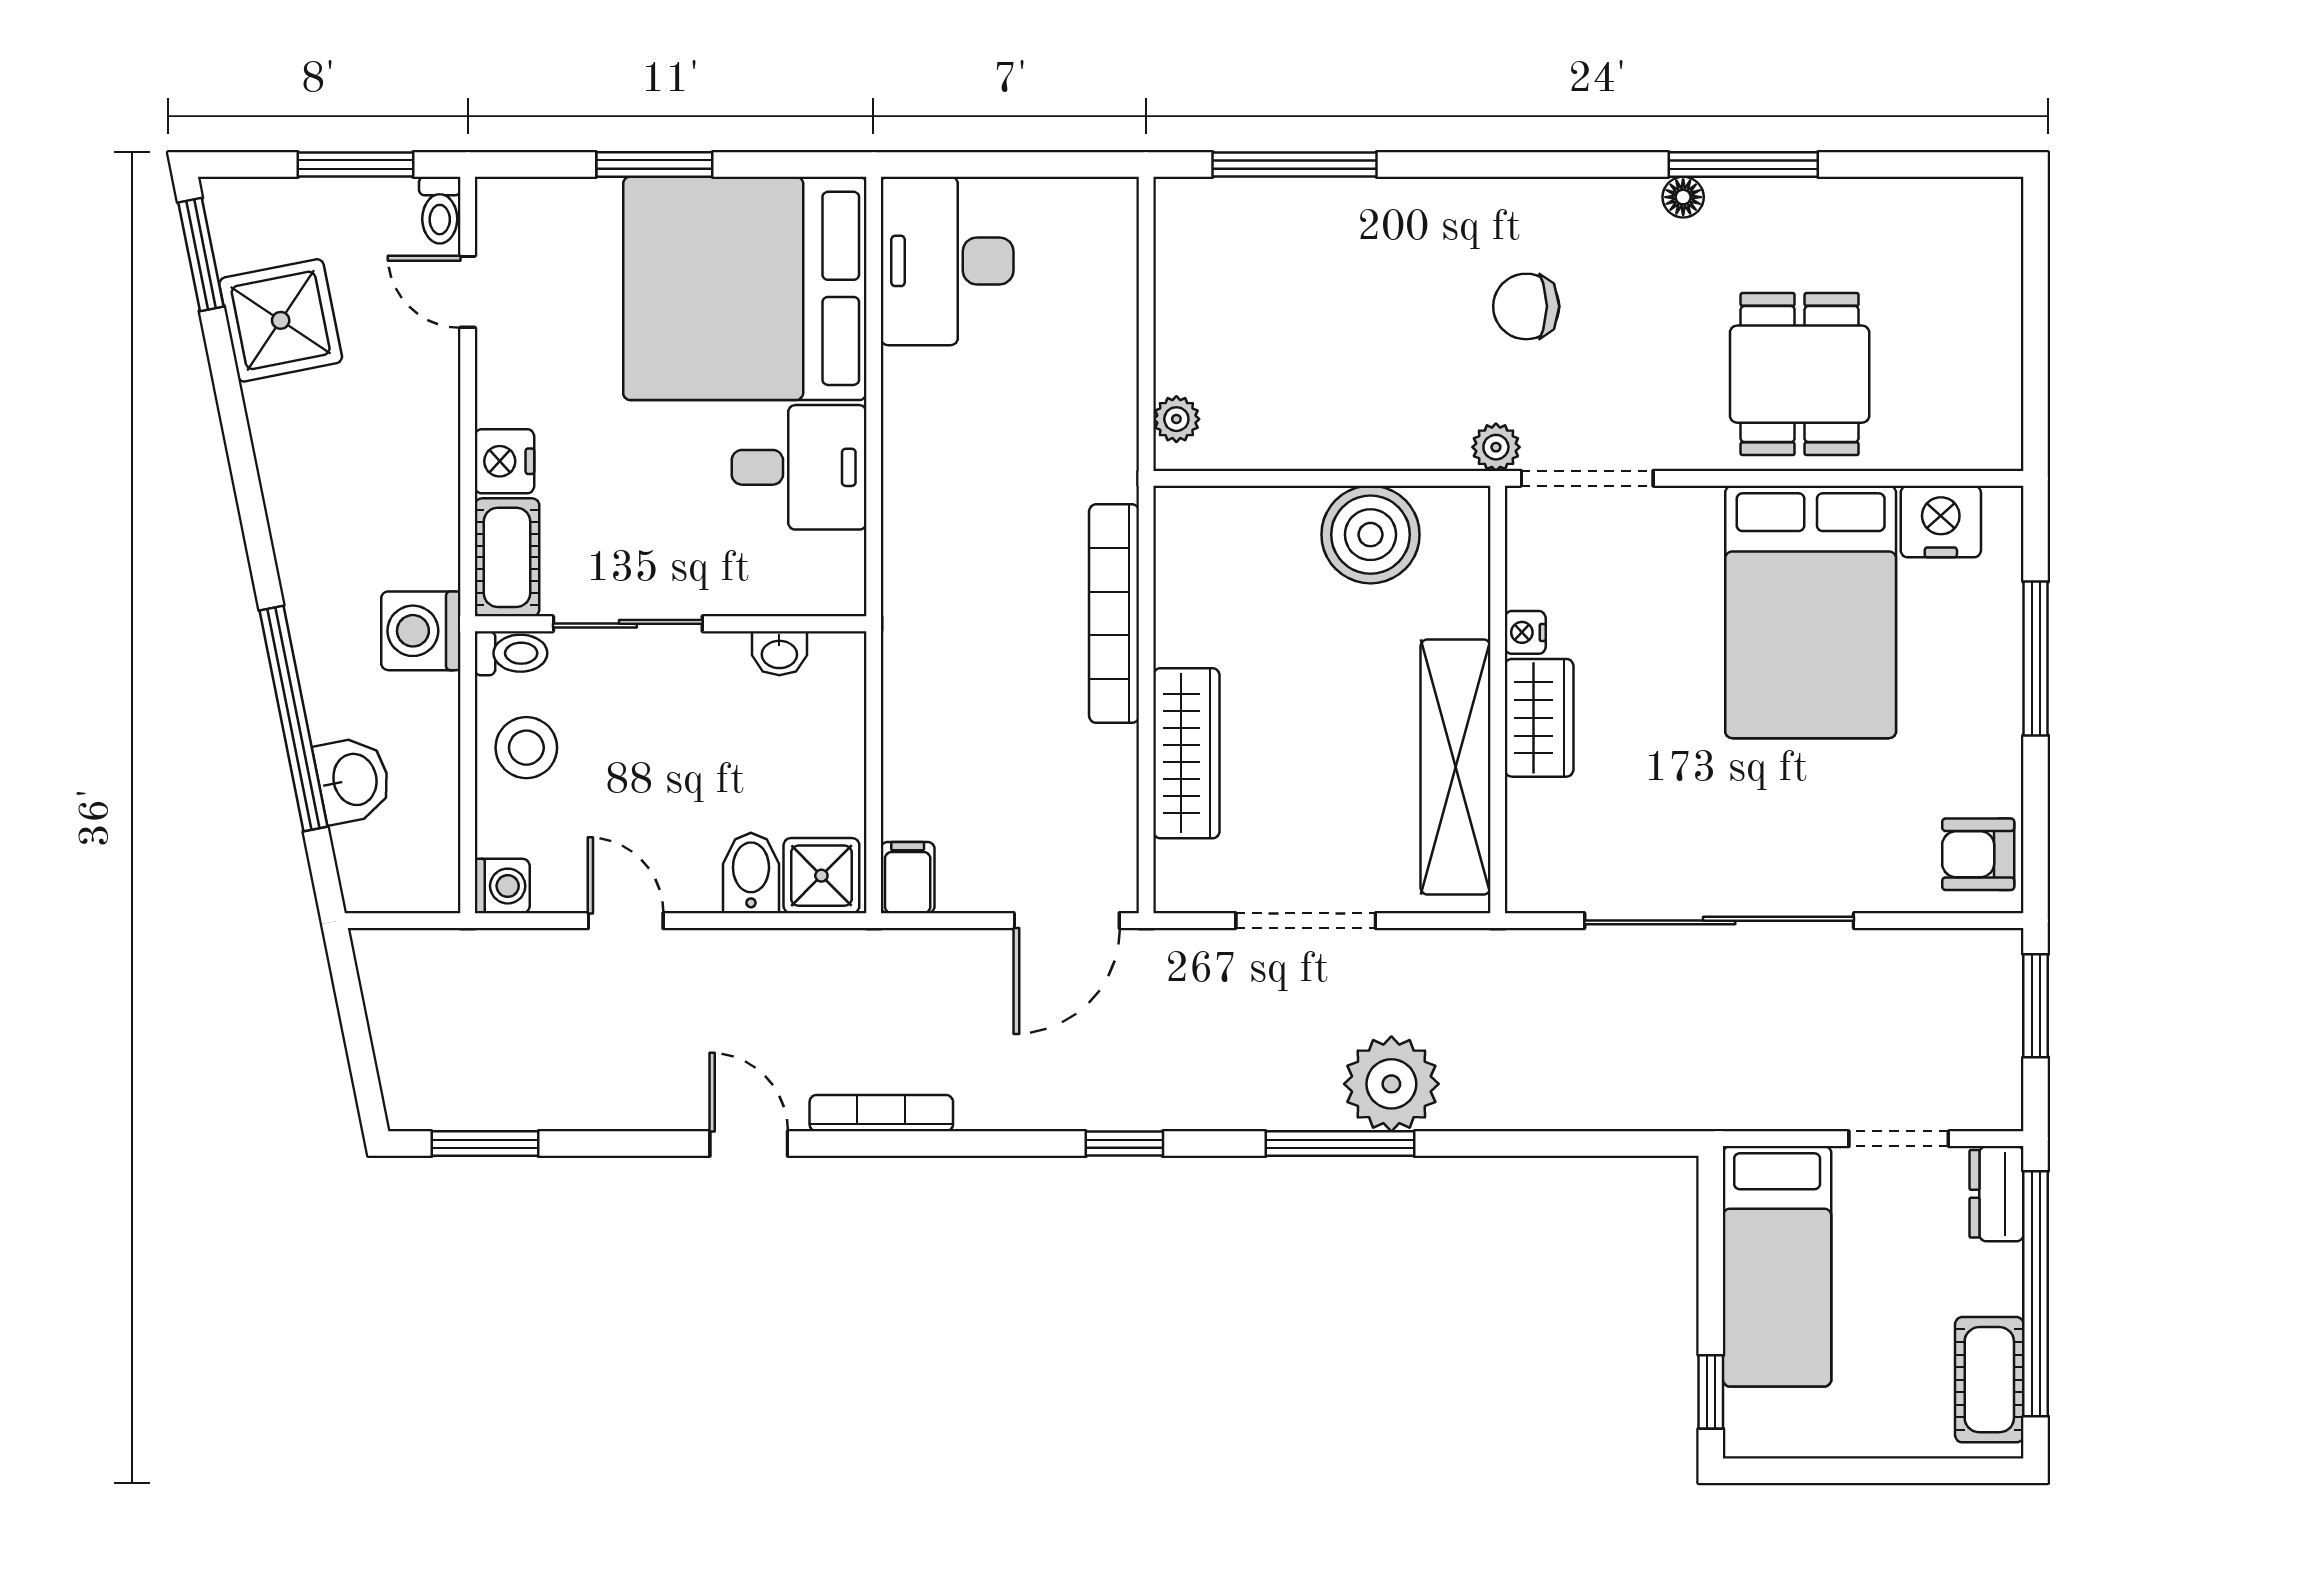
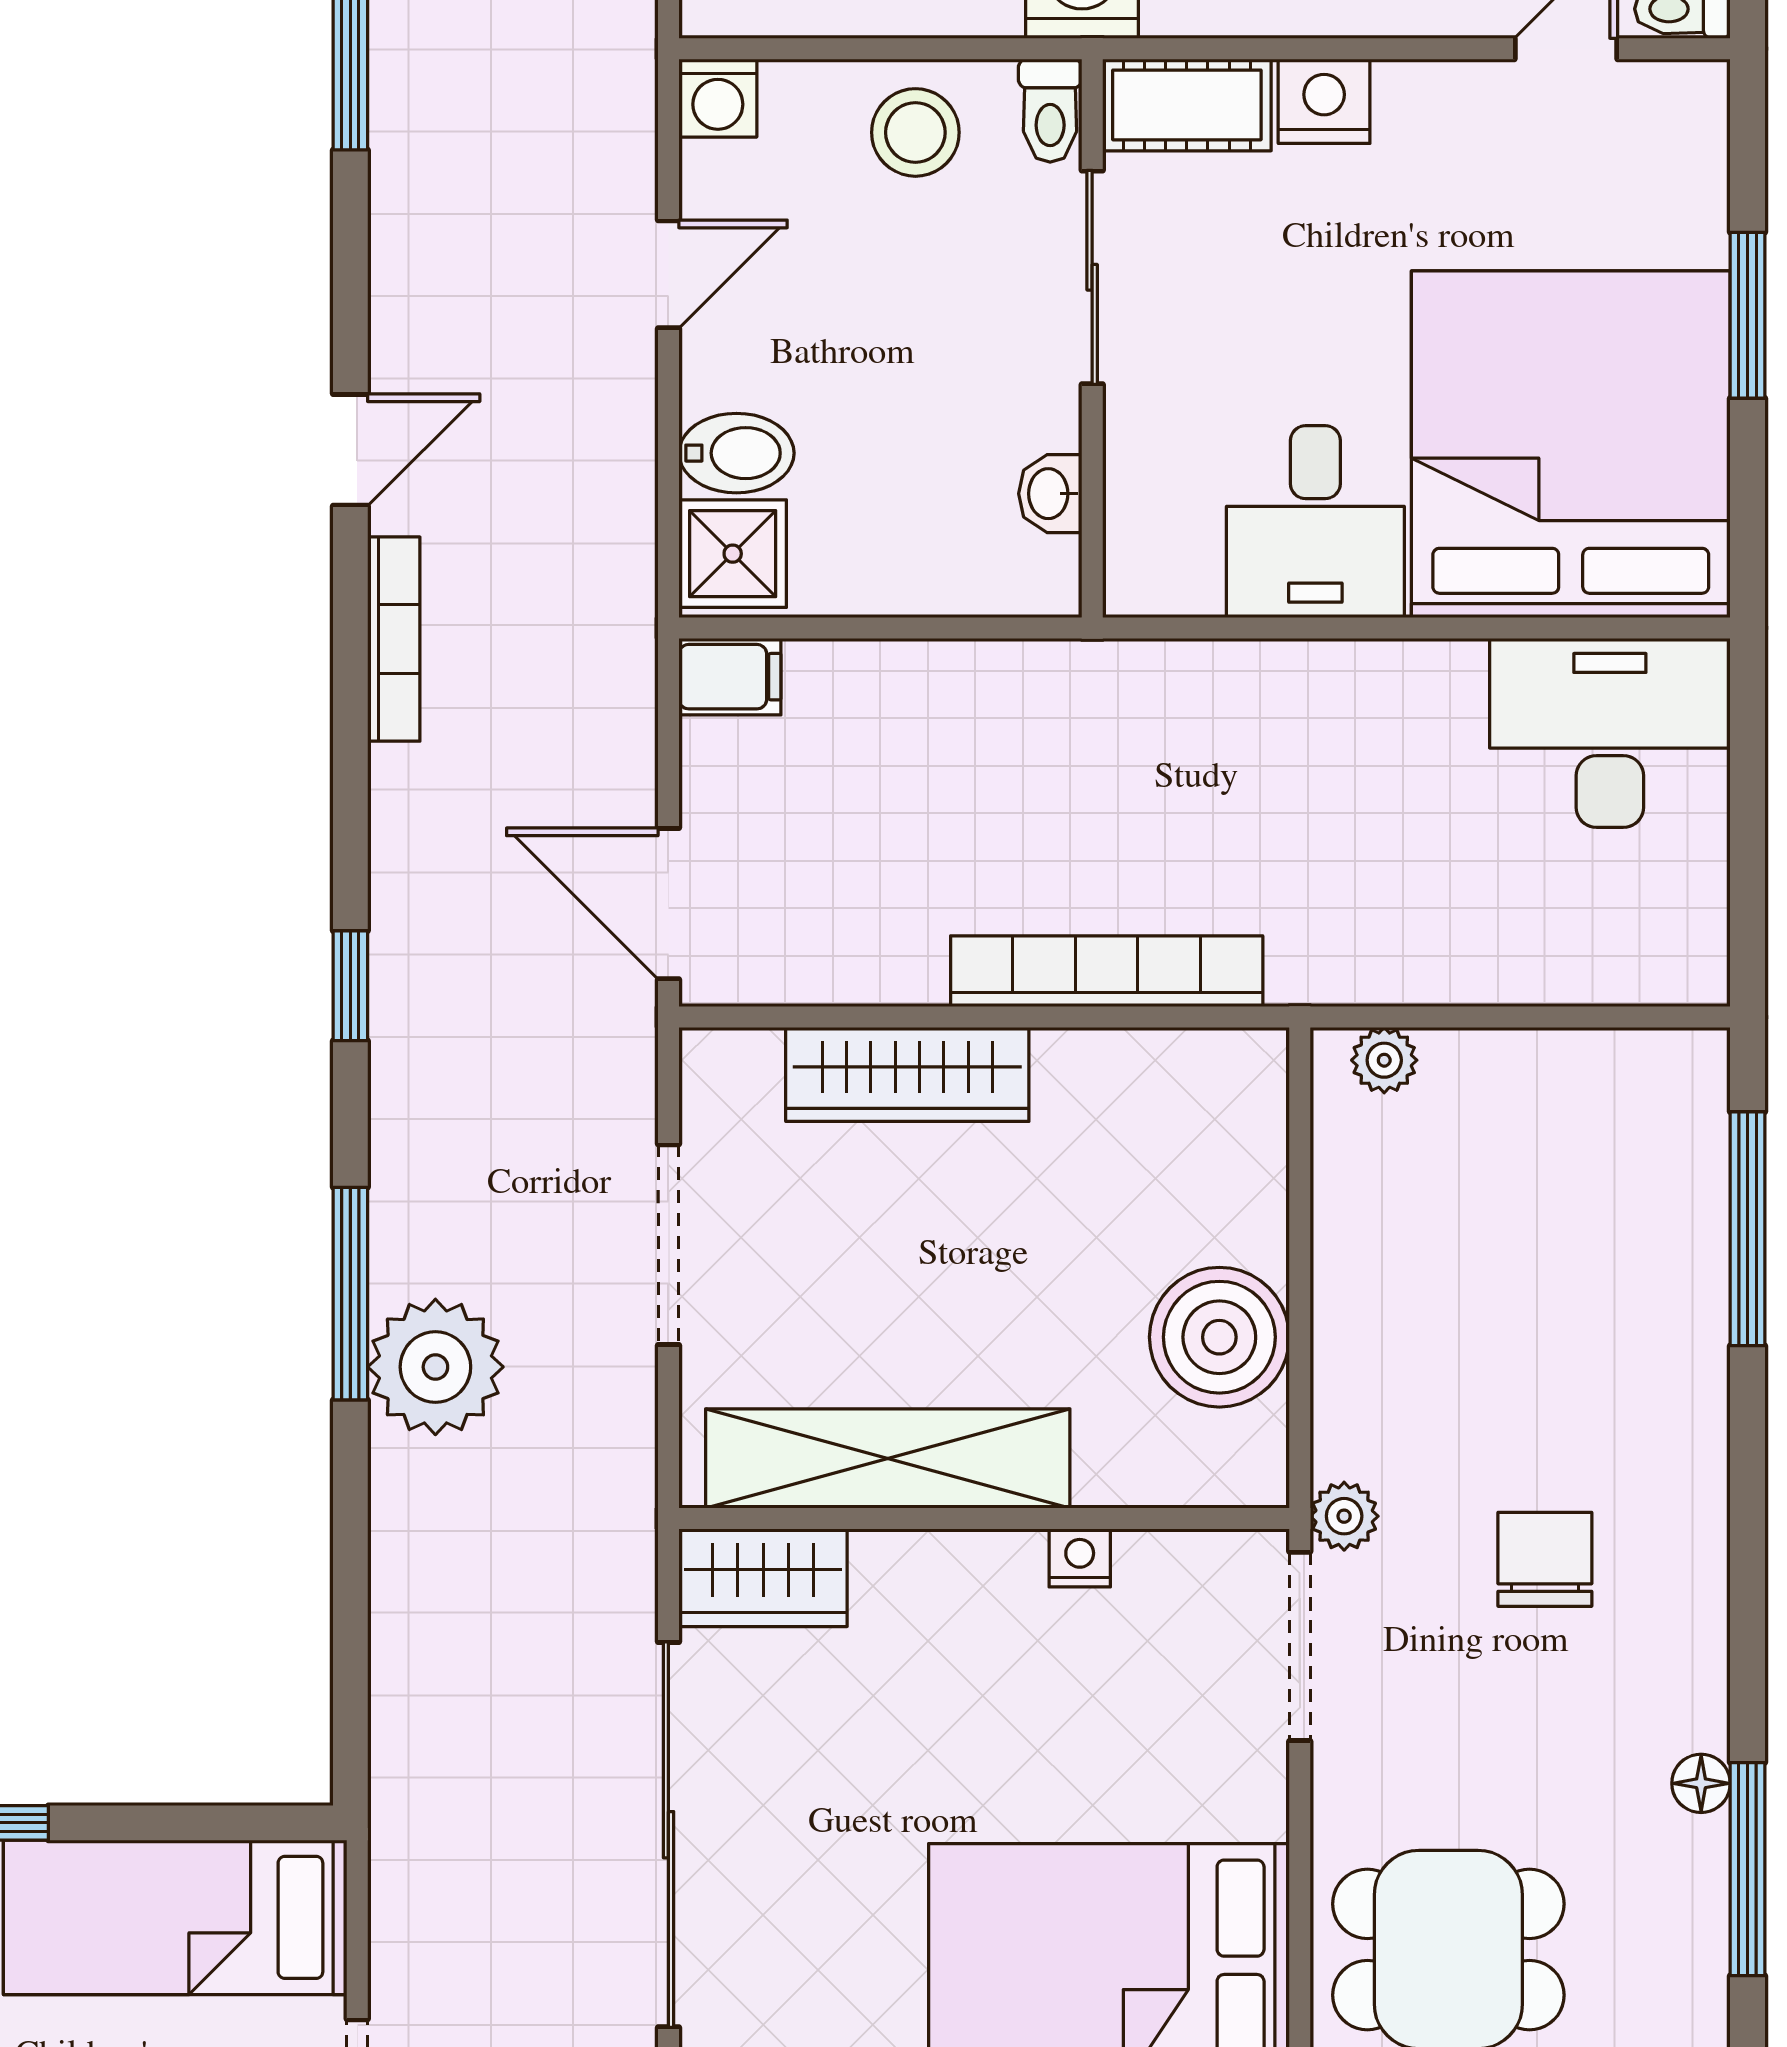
wardrobe: (1539, 718) -> (763, 1578), moved

